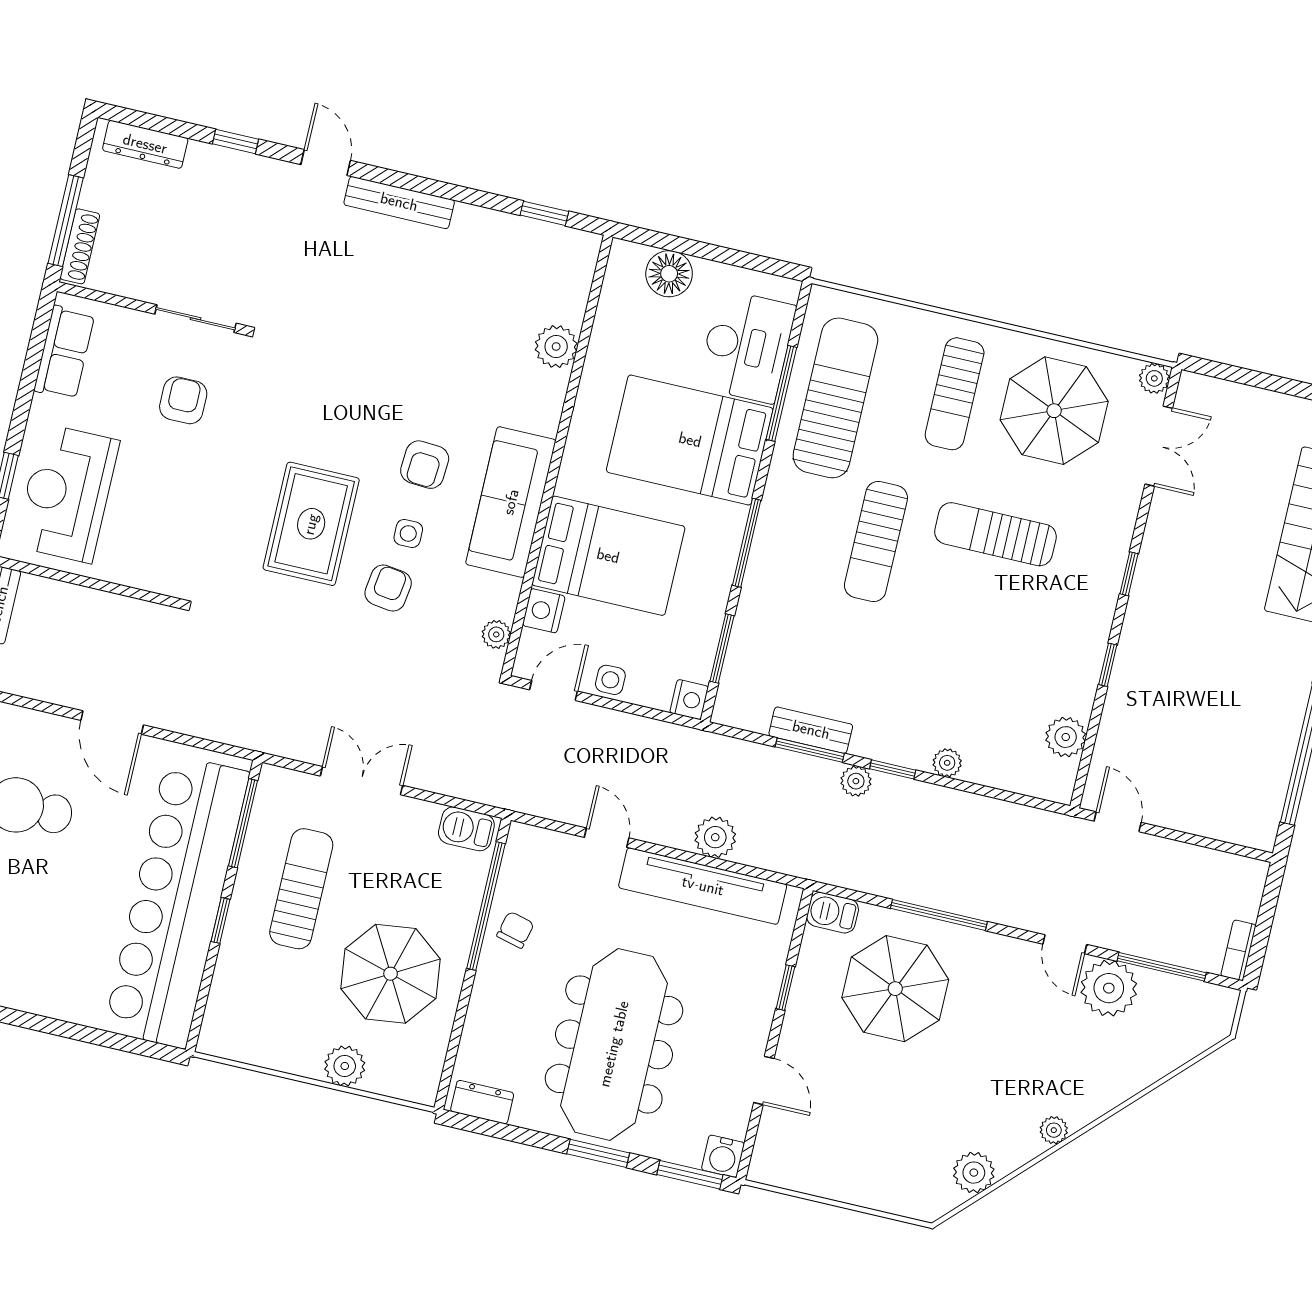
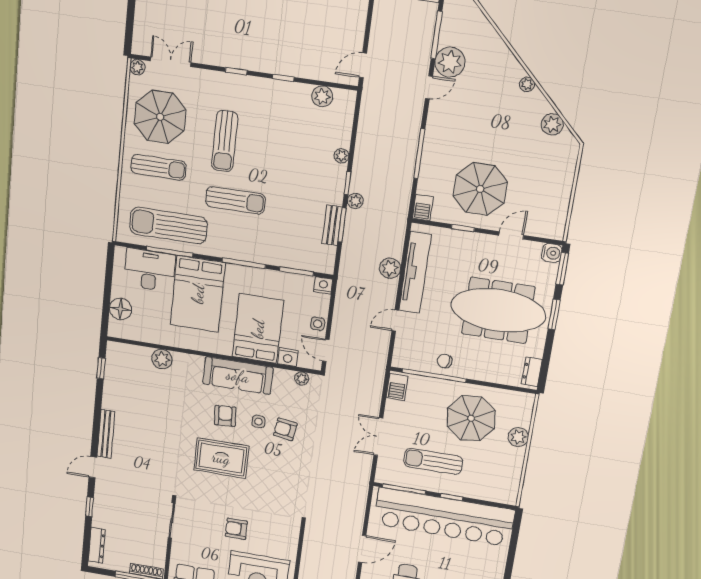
armchair: (183, 400) -> (236, 529), moved
armchair: (425, 465) -> (225, 416), turned -98
rug: (311, 524) -> (221, 458), moved
parasol: (895, 989) -> (480, 189), moved

